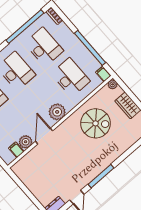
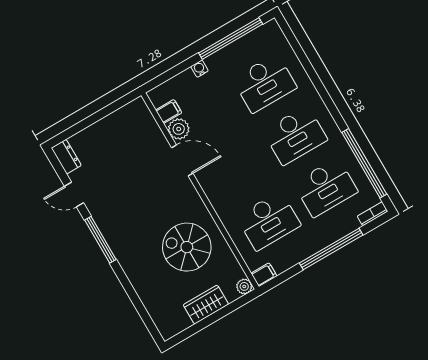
window: (90, 48) -> (331, 249), moved
plant: (57, 112) -> (217, 189), removed
spiral stairs: (96, 123) -> (187, 247), turned 90

